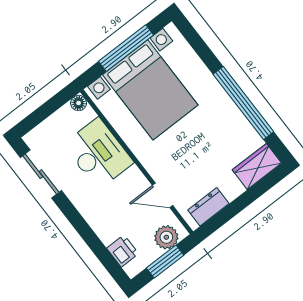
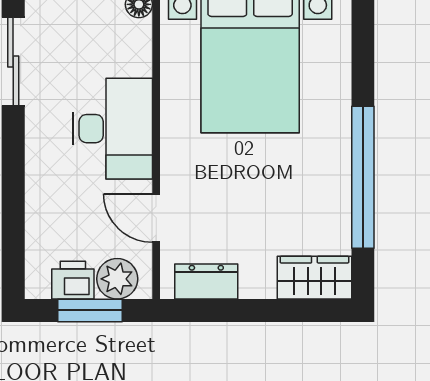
desk: (98, 154) -> (113, 129), moved
printer: (123, 251) -> (73, 280), moved, turned -90

